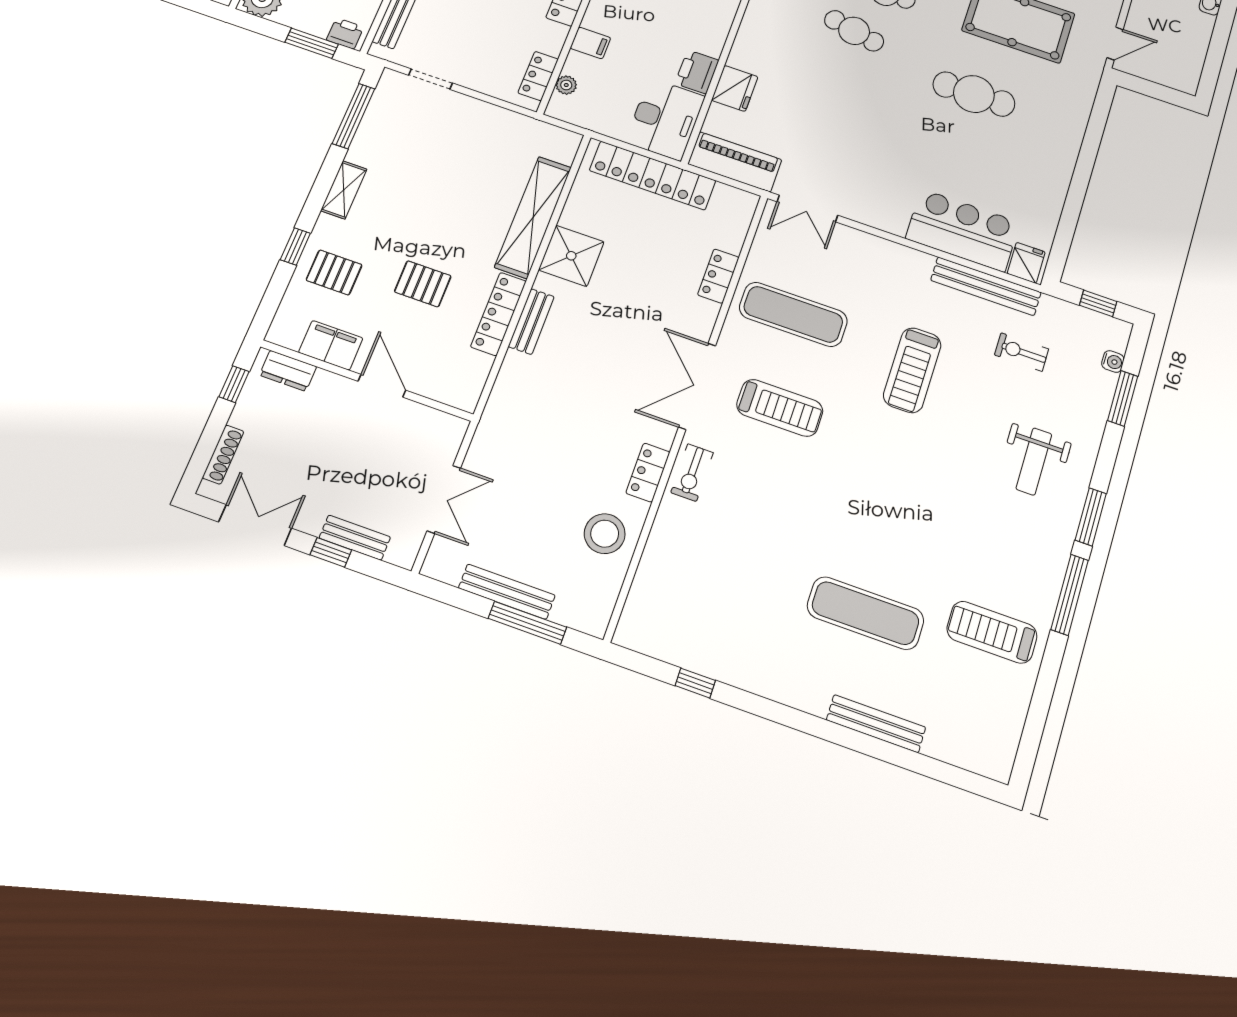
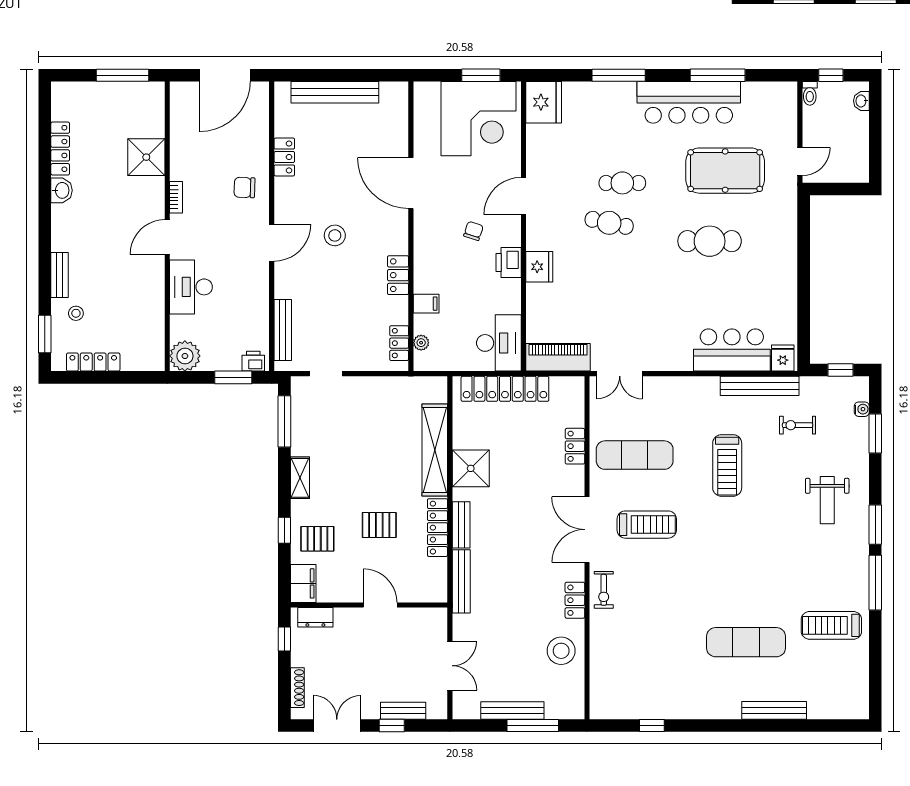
printer: (697, 72) -> (509, 263), moved
fridge: (735, 88) -> (539, 267), moved
filing cabinet: (331, 345) -> (303, 583), moved, turned 90
bench: (503, 394) -> (461, 581), added

